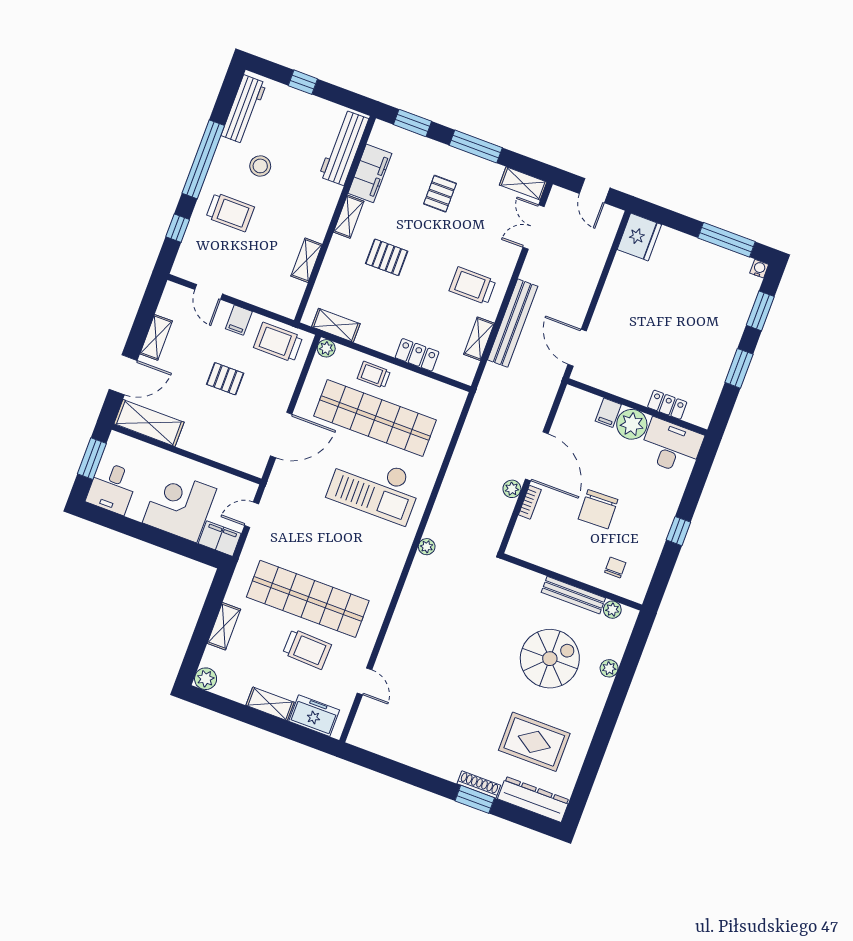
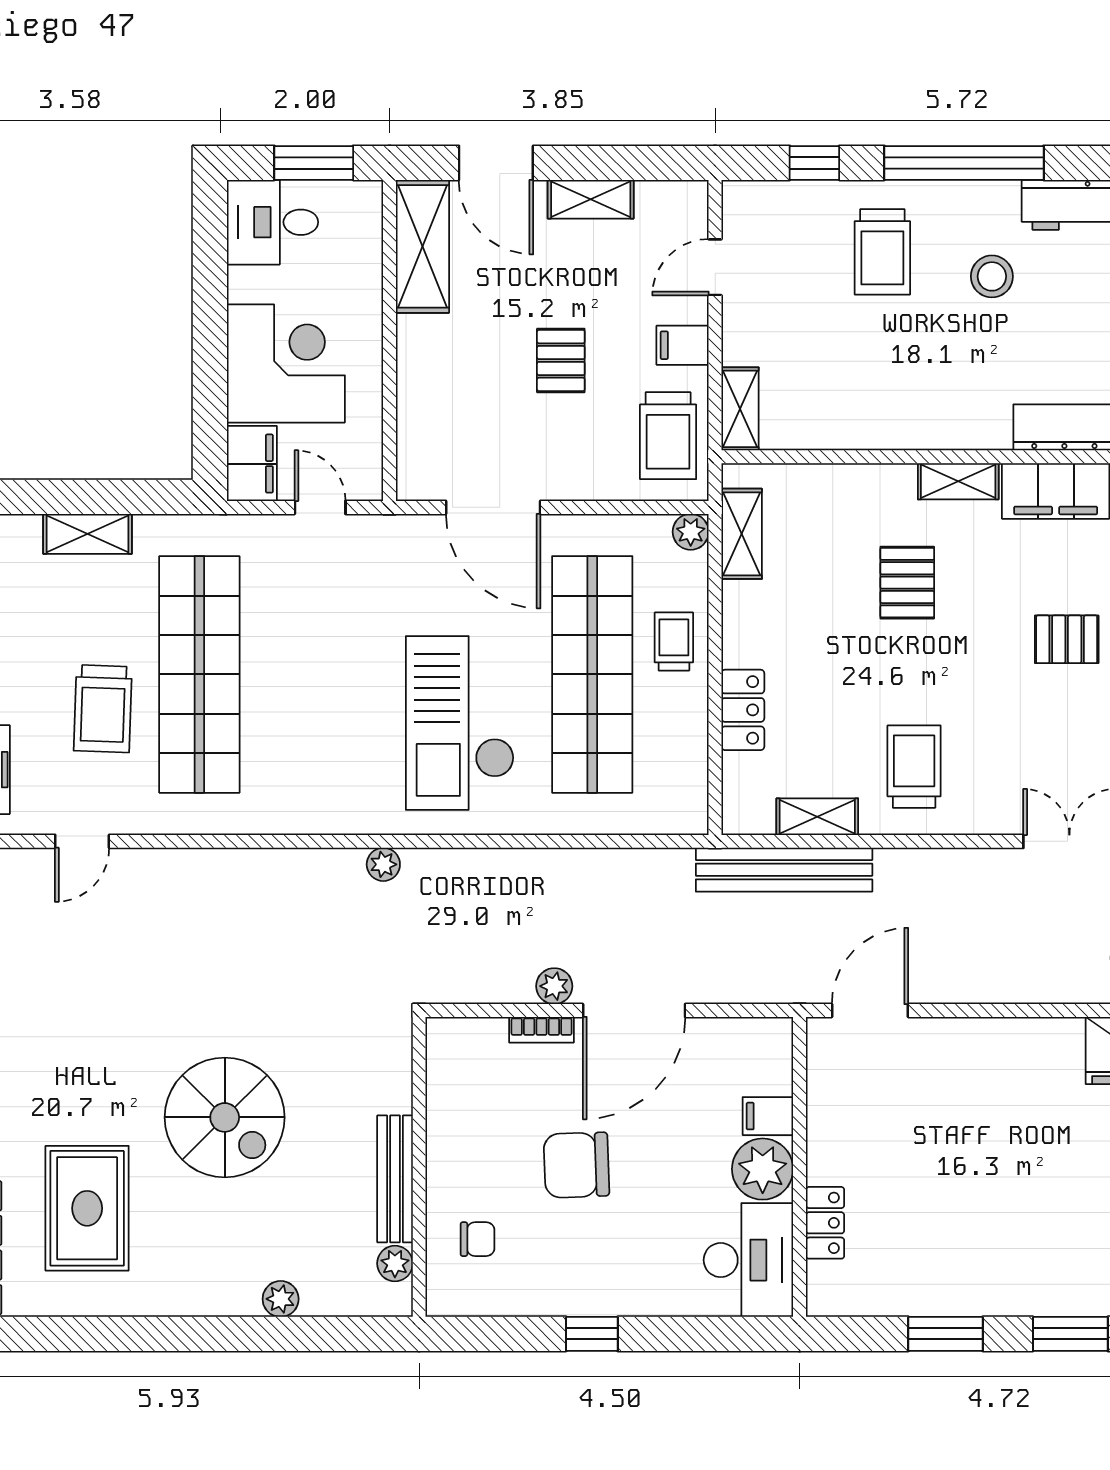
shelving: (307, 260) -> (740, 409), moved, turned 90
bench: (513, 323) -> (784, 870), moved
trolley: (278, 342) -> (668, 436), turned 180
spiral stairs: (550, 659) -> (225, 1117), moved

